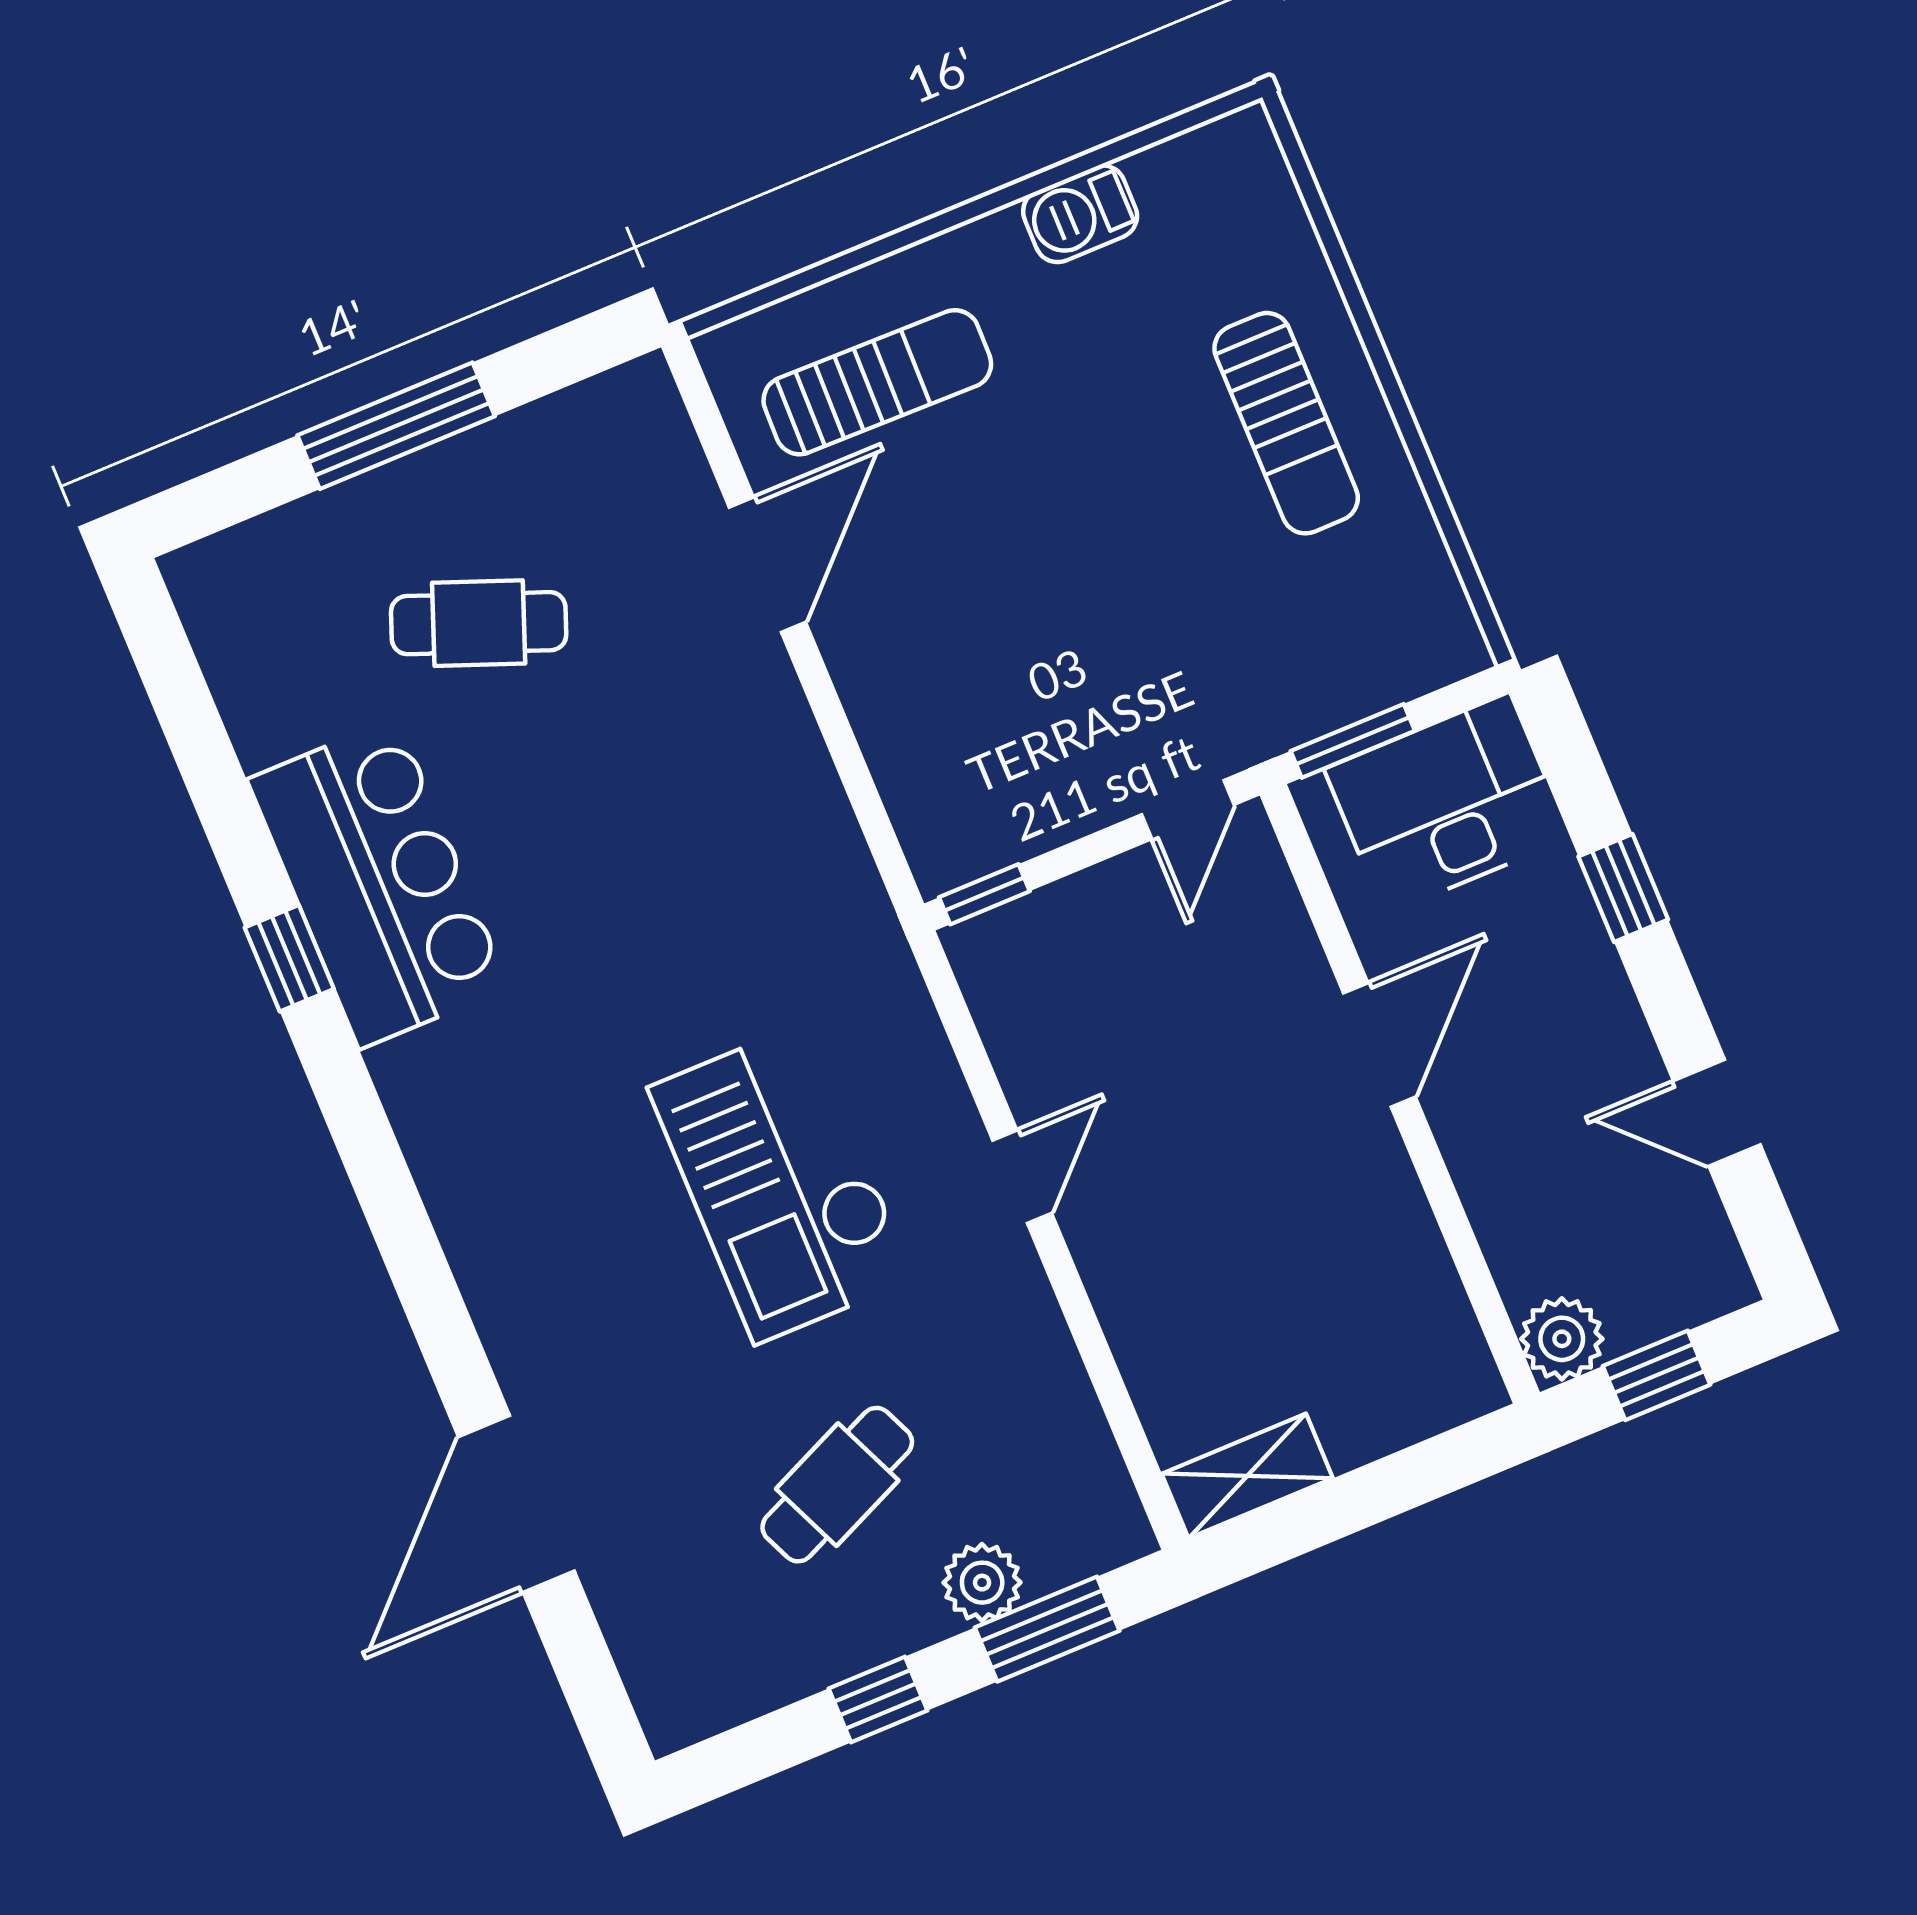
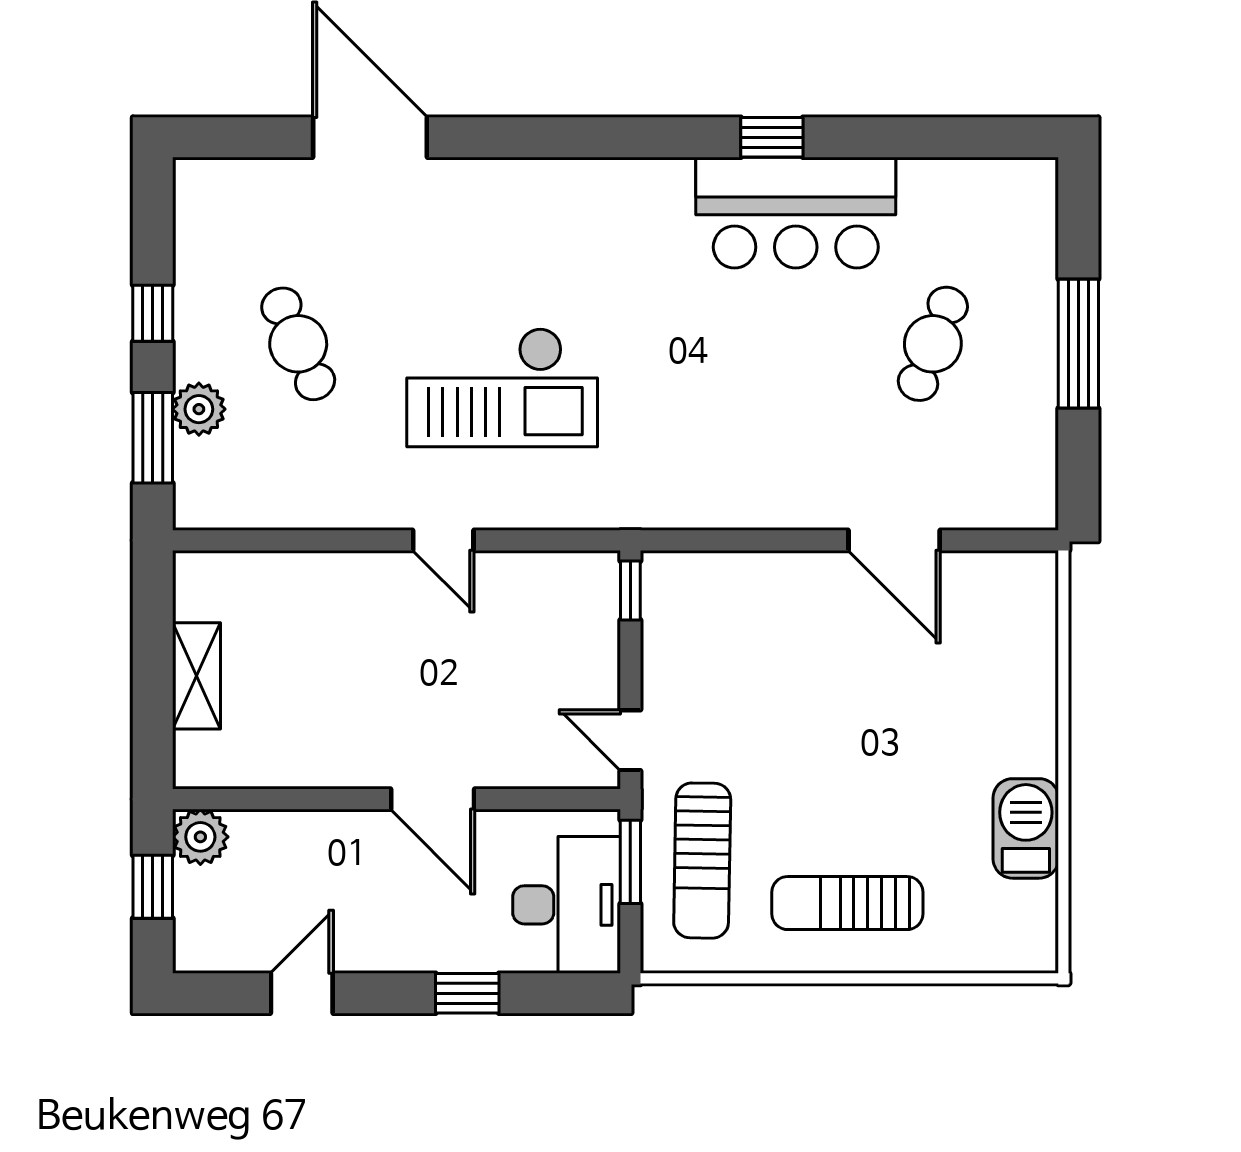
barbecue: (1080, 214) -> (1026, 828), width x1.38, depth x1.27
sun lounger: (877, 382) -> (702, 861), moved
checkout: (781, 1183) -> (502, 387), turned 180
shelving: (1247, 1476) -> (196, 676), moved

